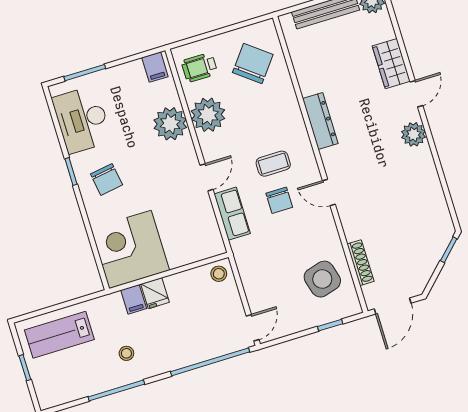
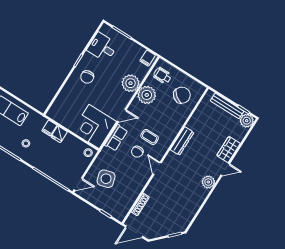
desk: (82, 120) -> (102, 47), width x0.73
corner desk: (130, 249) -> (94, 126), moved, turned -90
side table: (322, 279) -> (106, 179), moved

